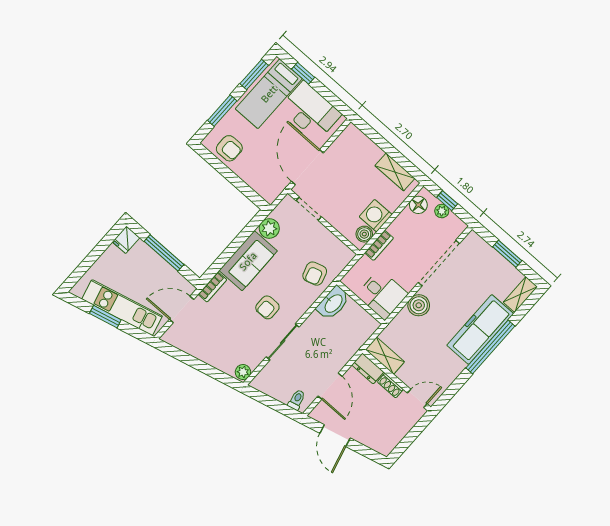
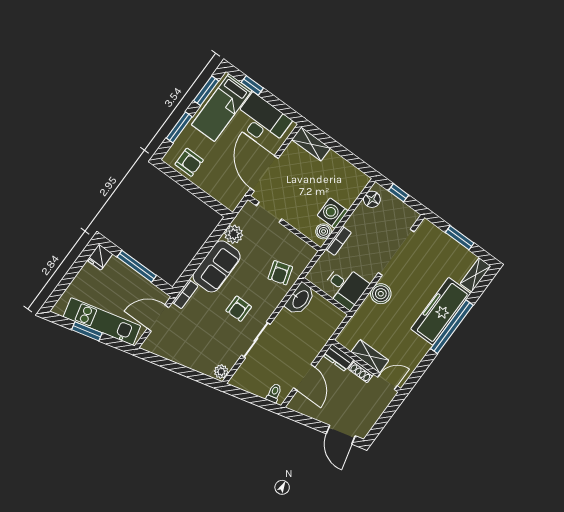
shelving: (395, 172) -> (311, 144), moved
plant: (442, 211) -> (394, 203), removed
shelving: (385, 356) -> (370, 356), moved
door: (335, 436) -> (341, 435), moved

